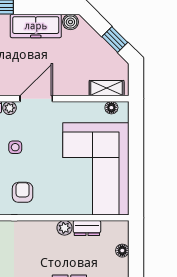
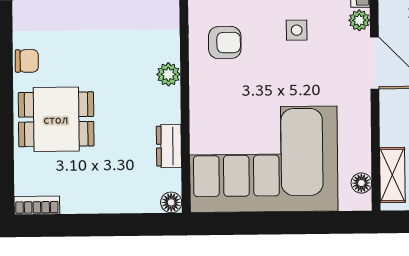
plant: (64, 228) -> (168, 74), moved
floor lamp: (122, 251) -> (171, 202), moved

